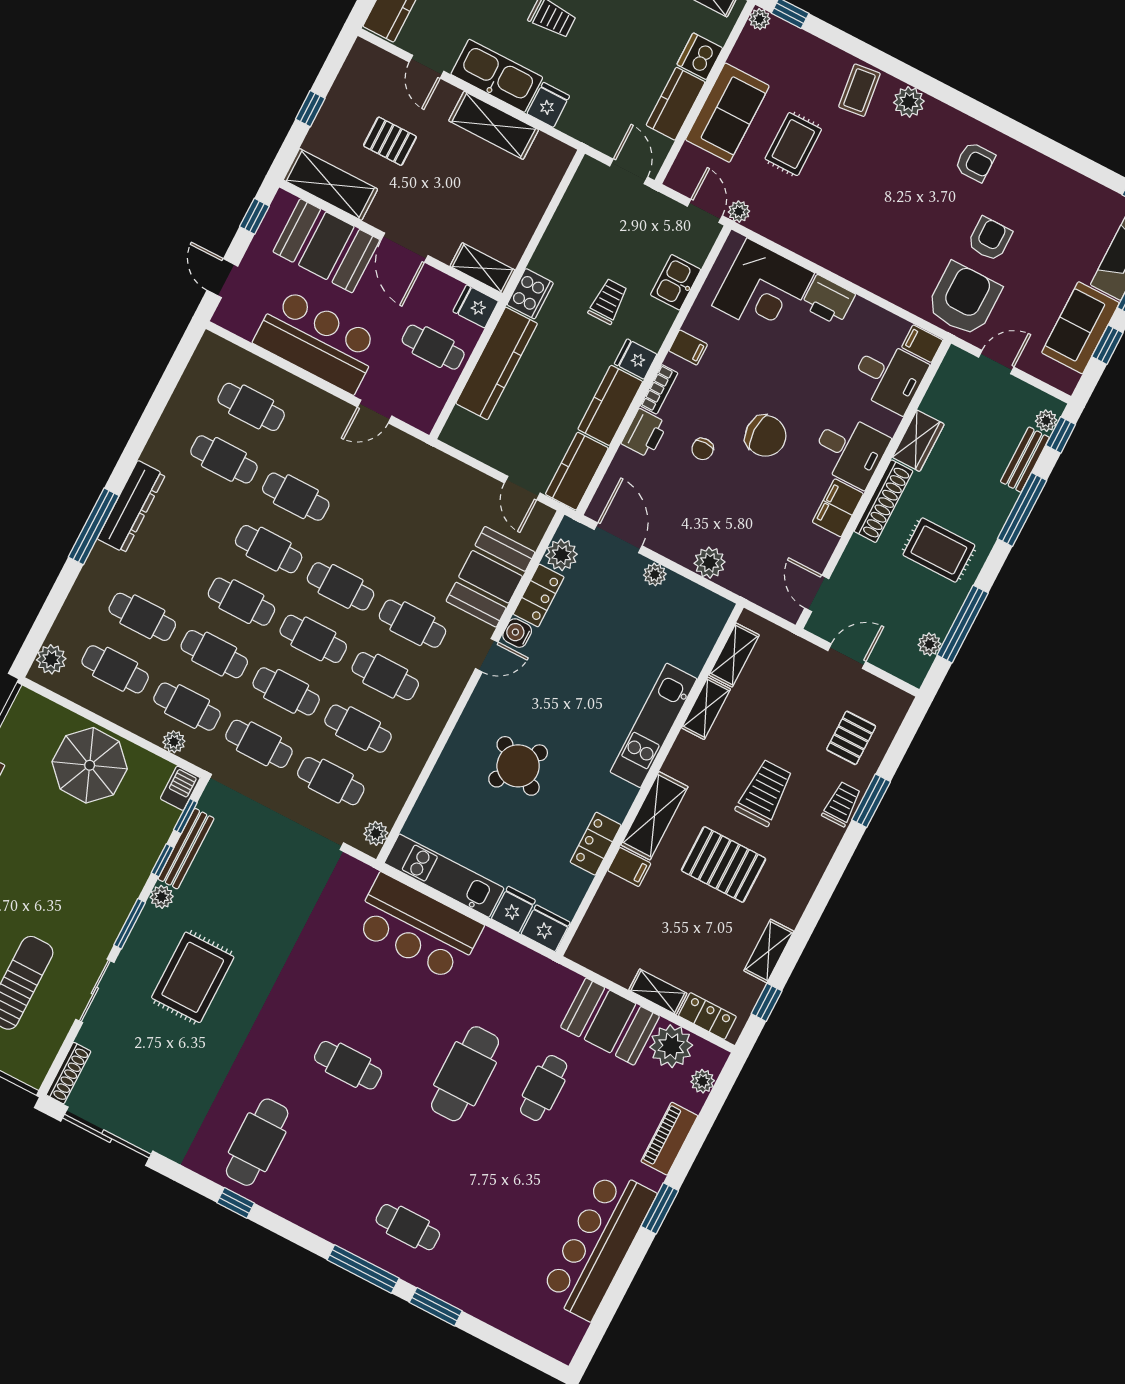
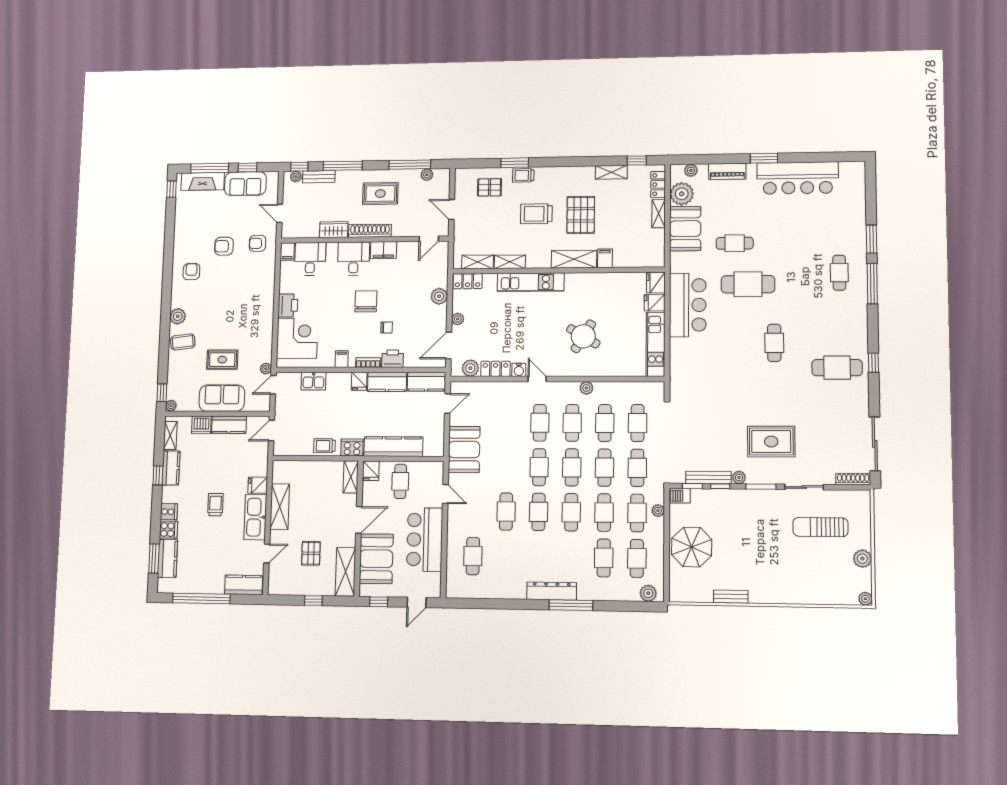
armchair: (964, 299) -> (258, 243), width x0.53, depth x0.53
trolley: (608, 301) -> (324, 446), moved
cafe table: (224, 459) -> (505, 557), removed
rug: (939, 550) -> (380, 194), turned 90
booth: (491, 577) -> (464, 450), moved, turned 90
plant: (376, 833) -> (586, 388), moved
locker: (596, 844) -> (468, 281), moved
bar counter: (418, 927) -> (688, 305), moved

